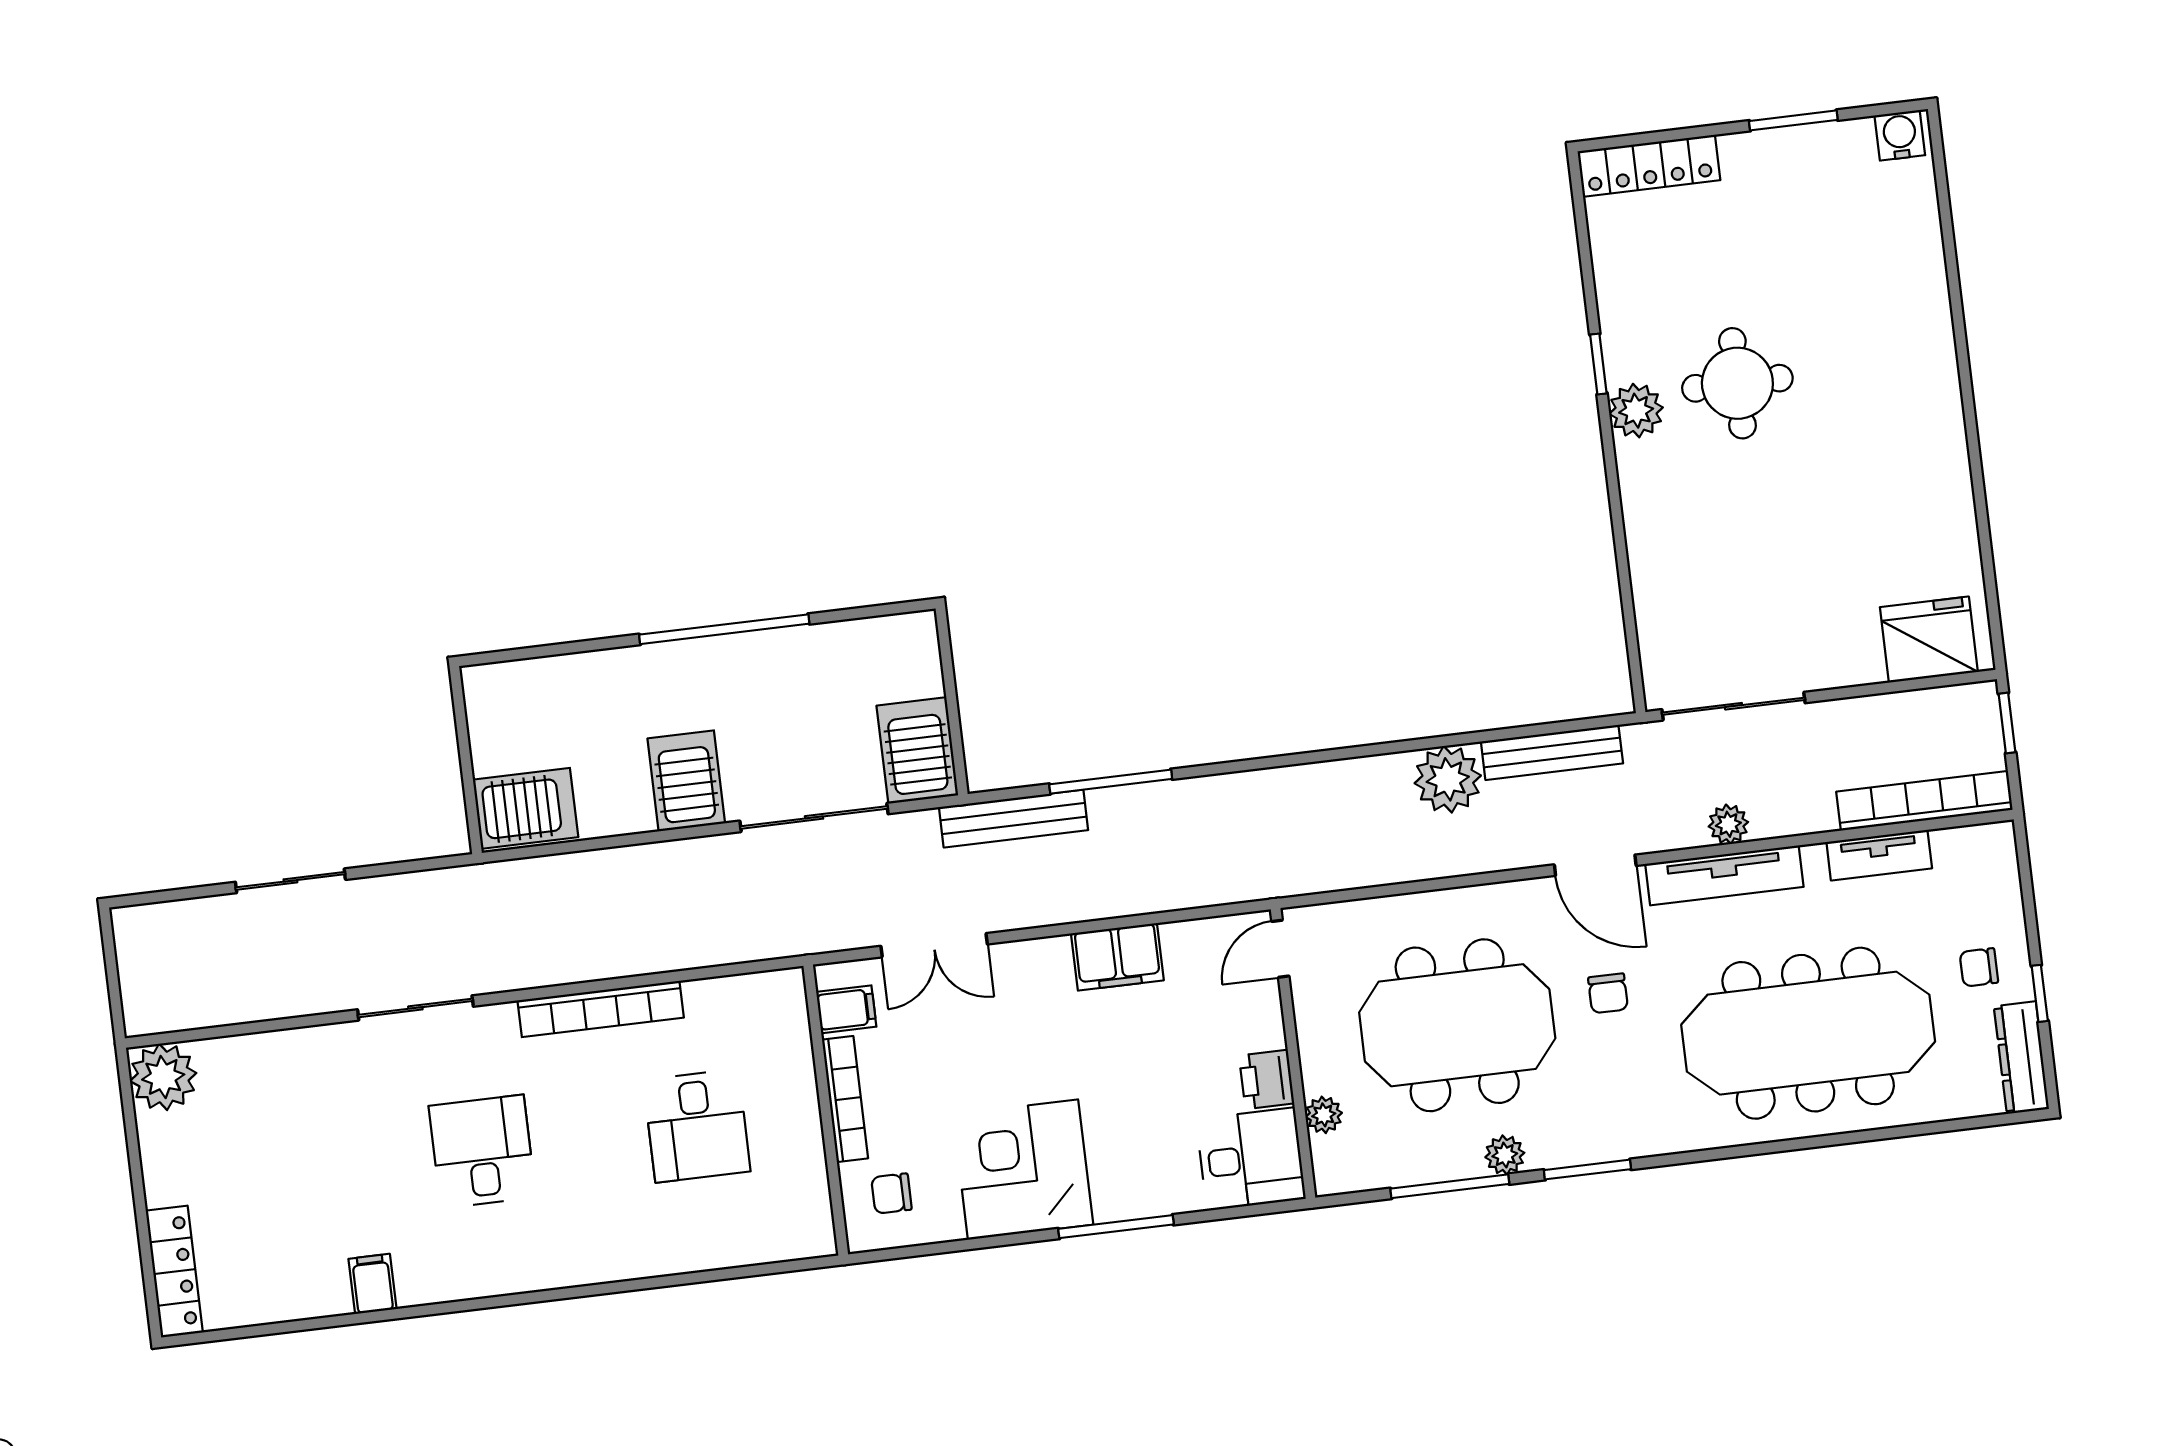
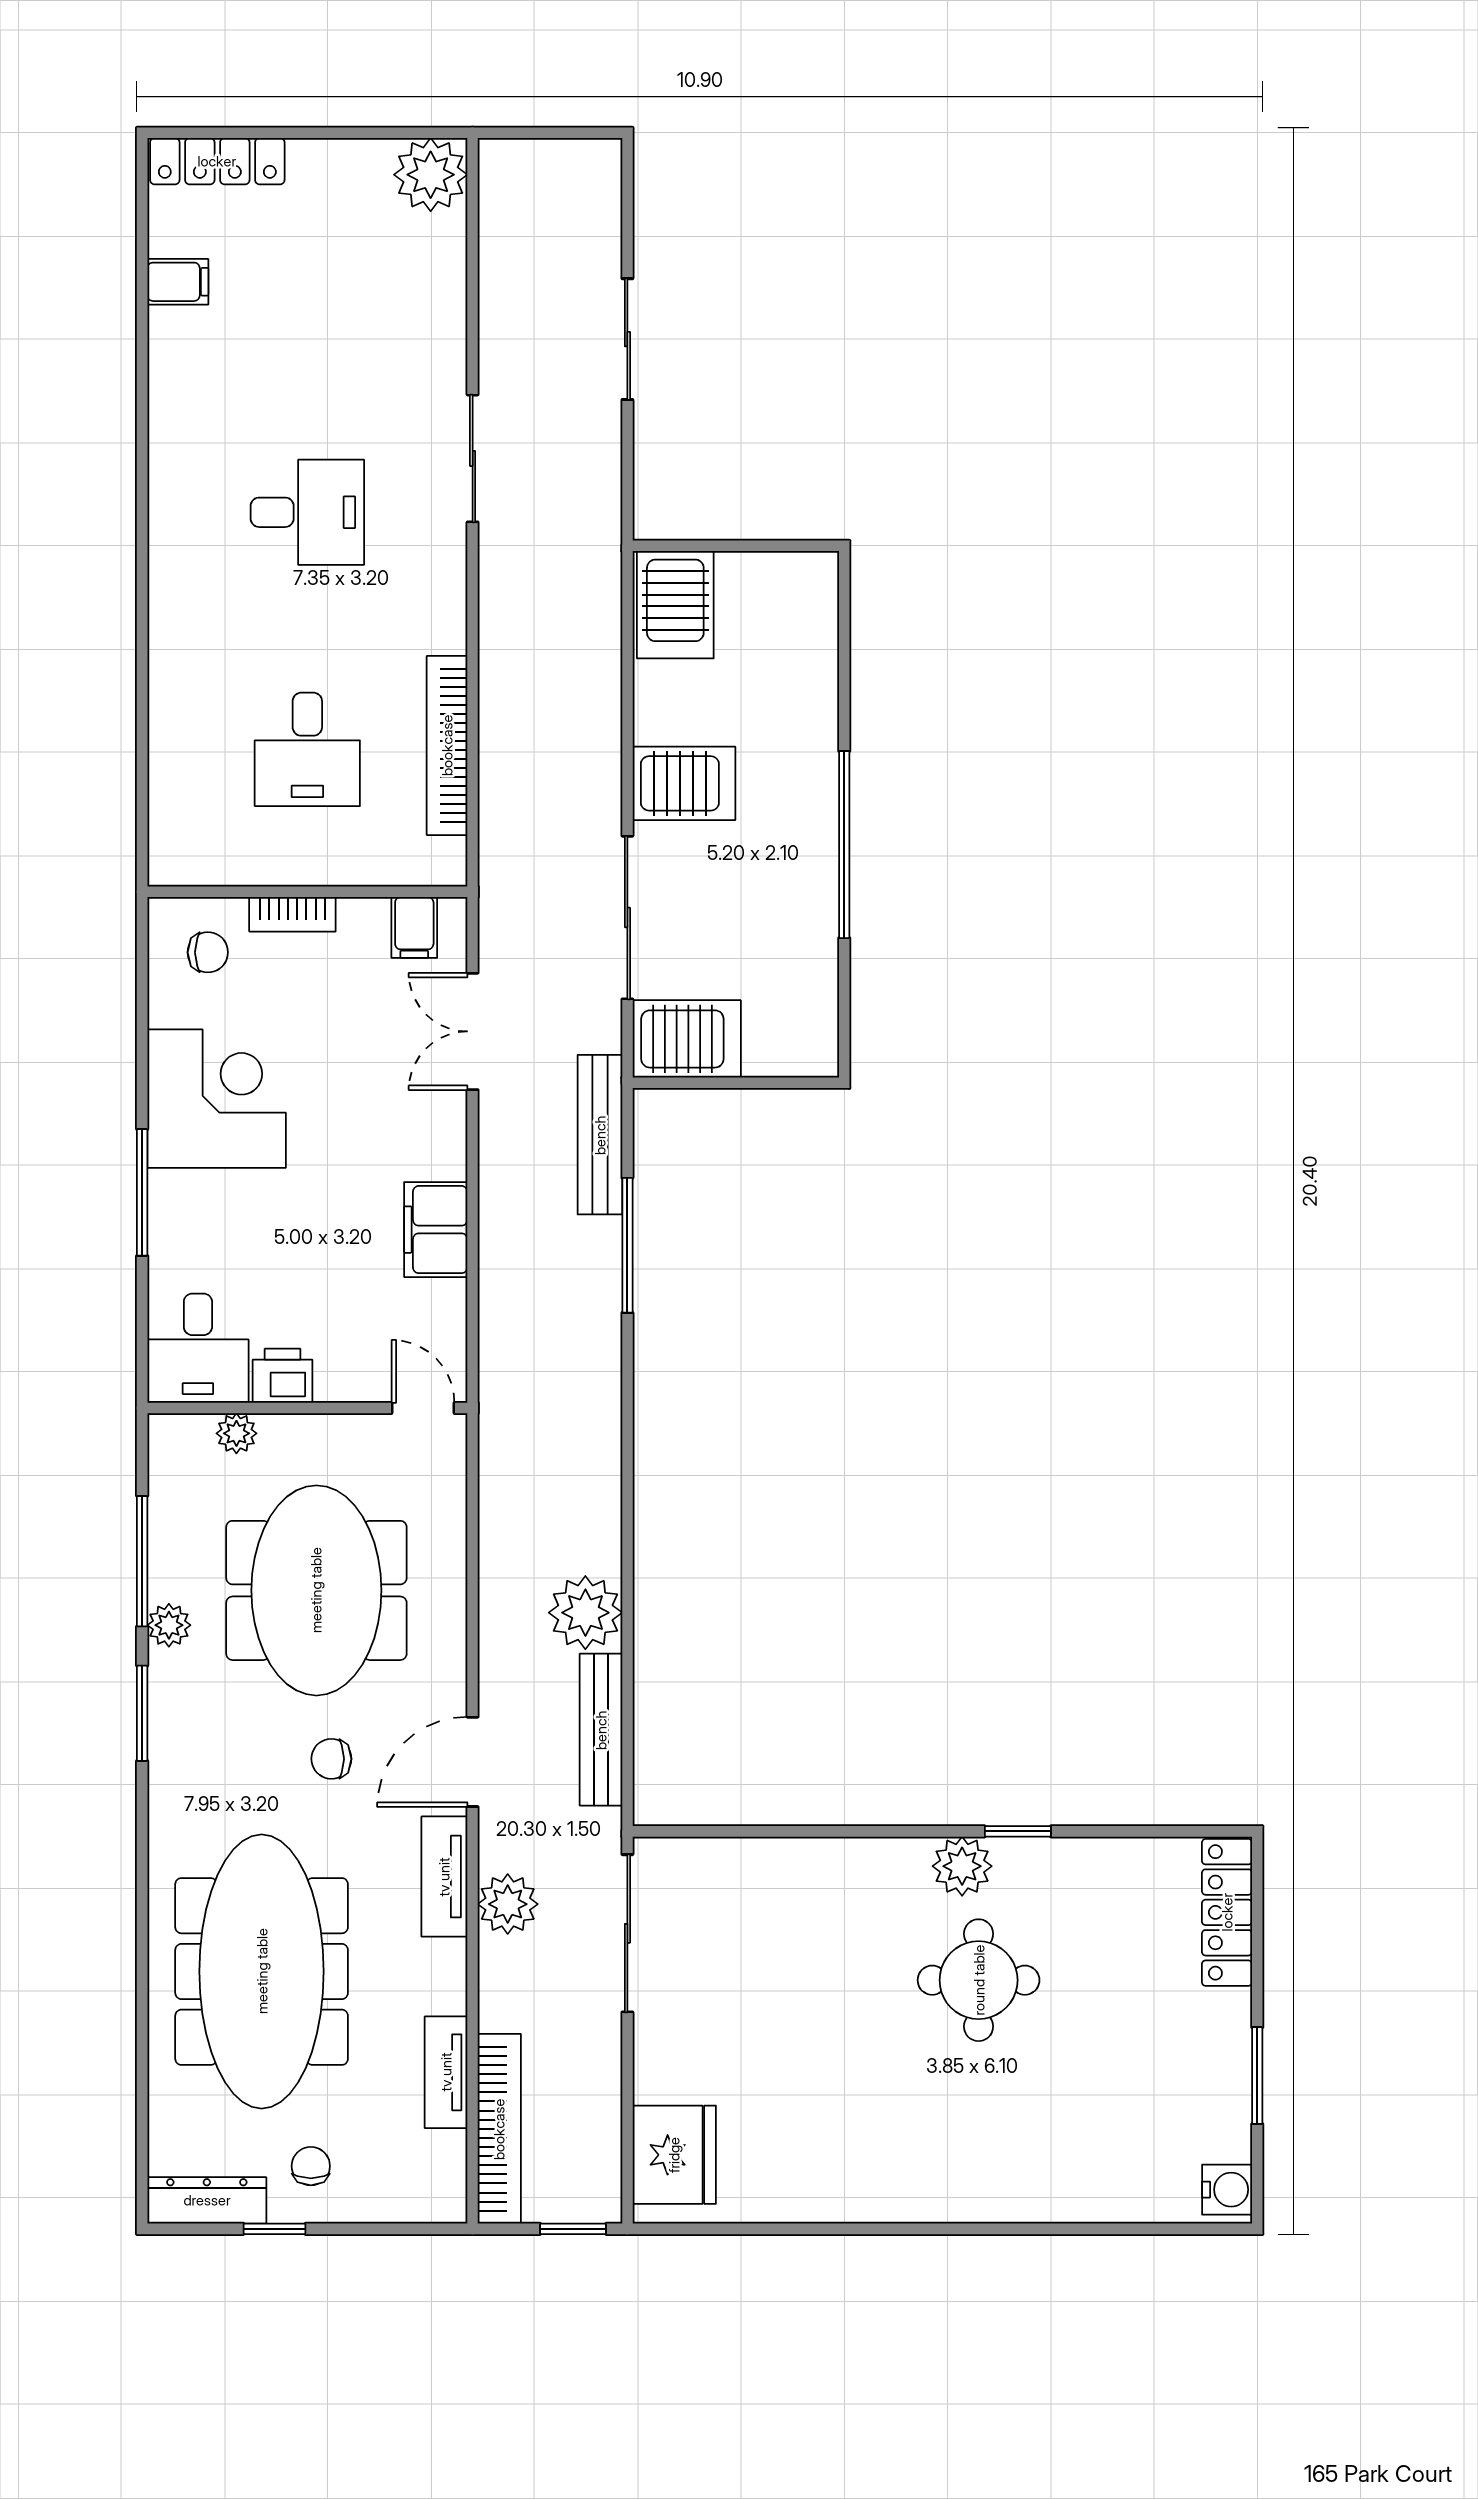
plant: (1728, 824) -> (508, 1904), width x1.38, depth x1.38
tv unit: (1724, 875) -> (444, 1877), width x0.71
bookcase: (601, 1009) -> (447, 745), moved
bookcase: (845, 1099) -> (292, 914), width x0.64
desk: (697, 1126) -> (307, 749), turned -90
chair: (891, 1194) -> (208, 952), turned 90
filing cabinet: (373, 1284) -> (178, 282), moved

